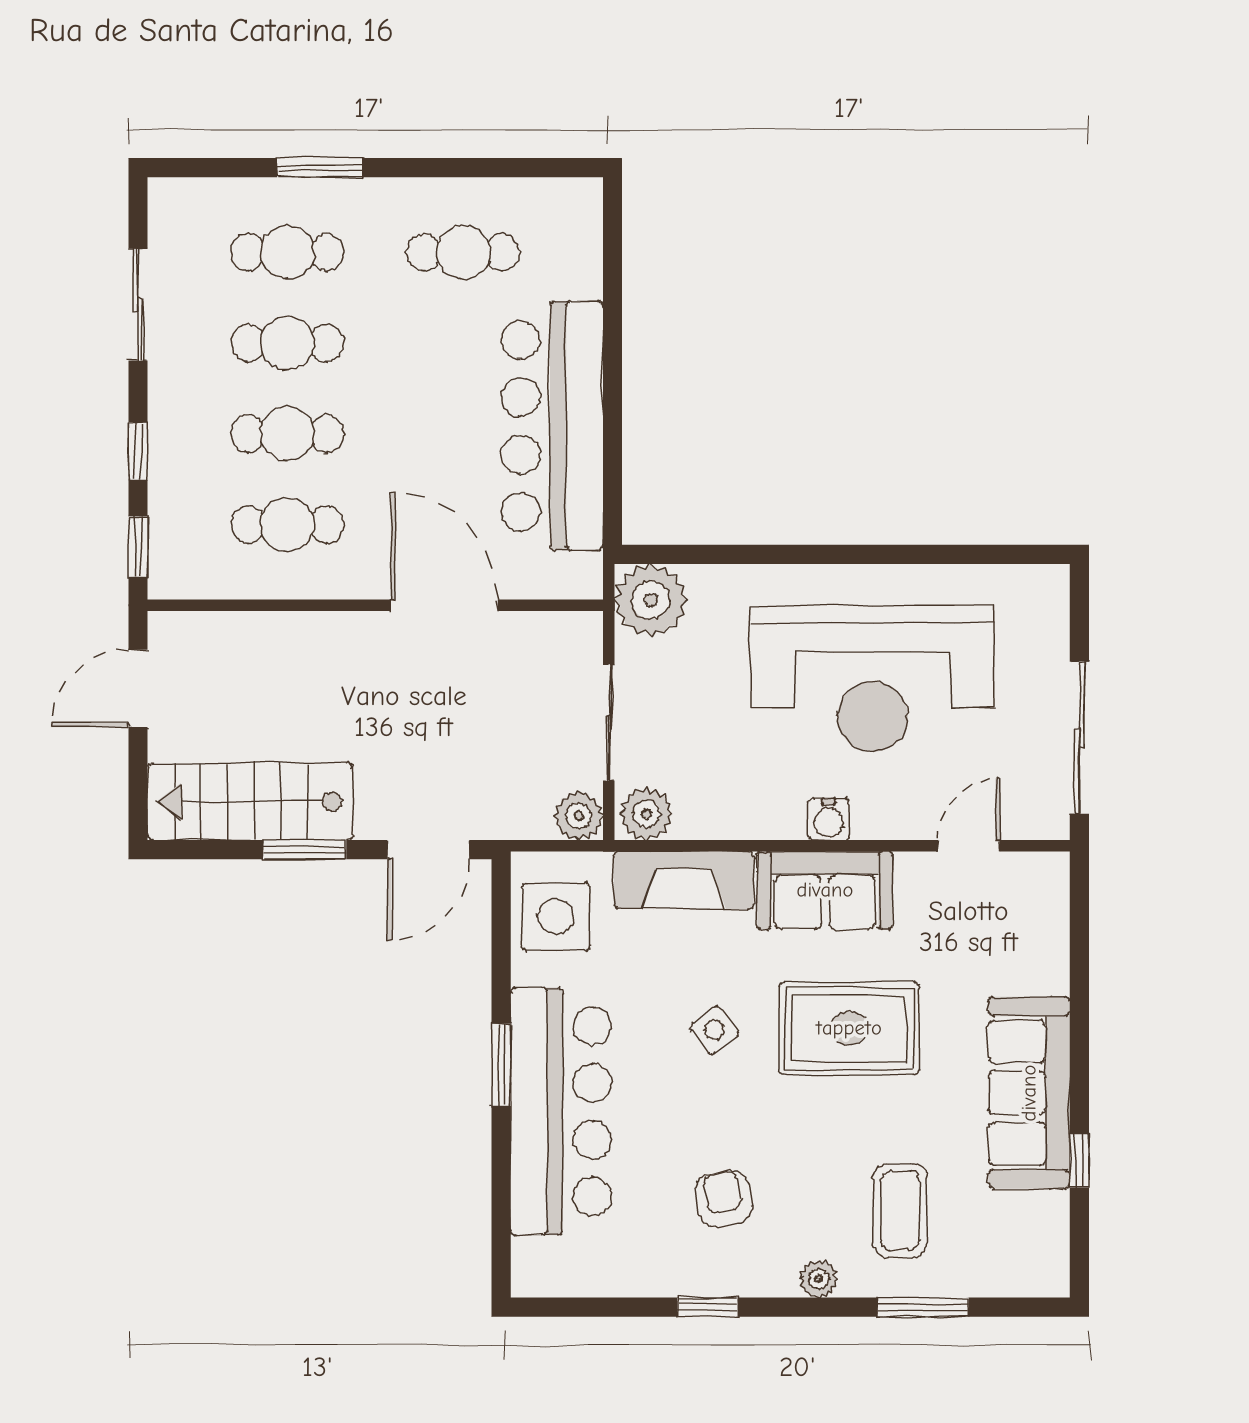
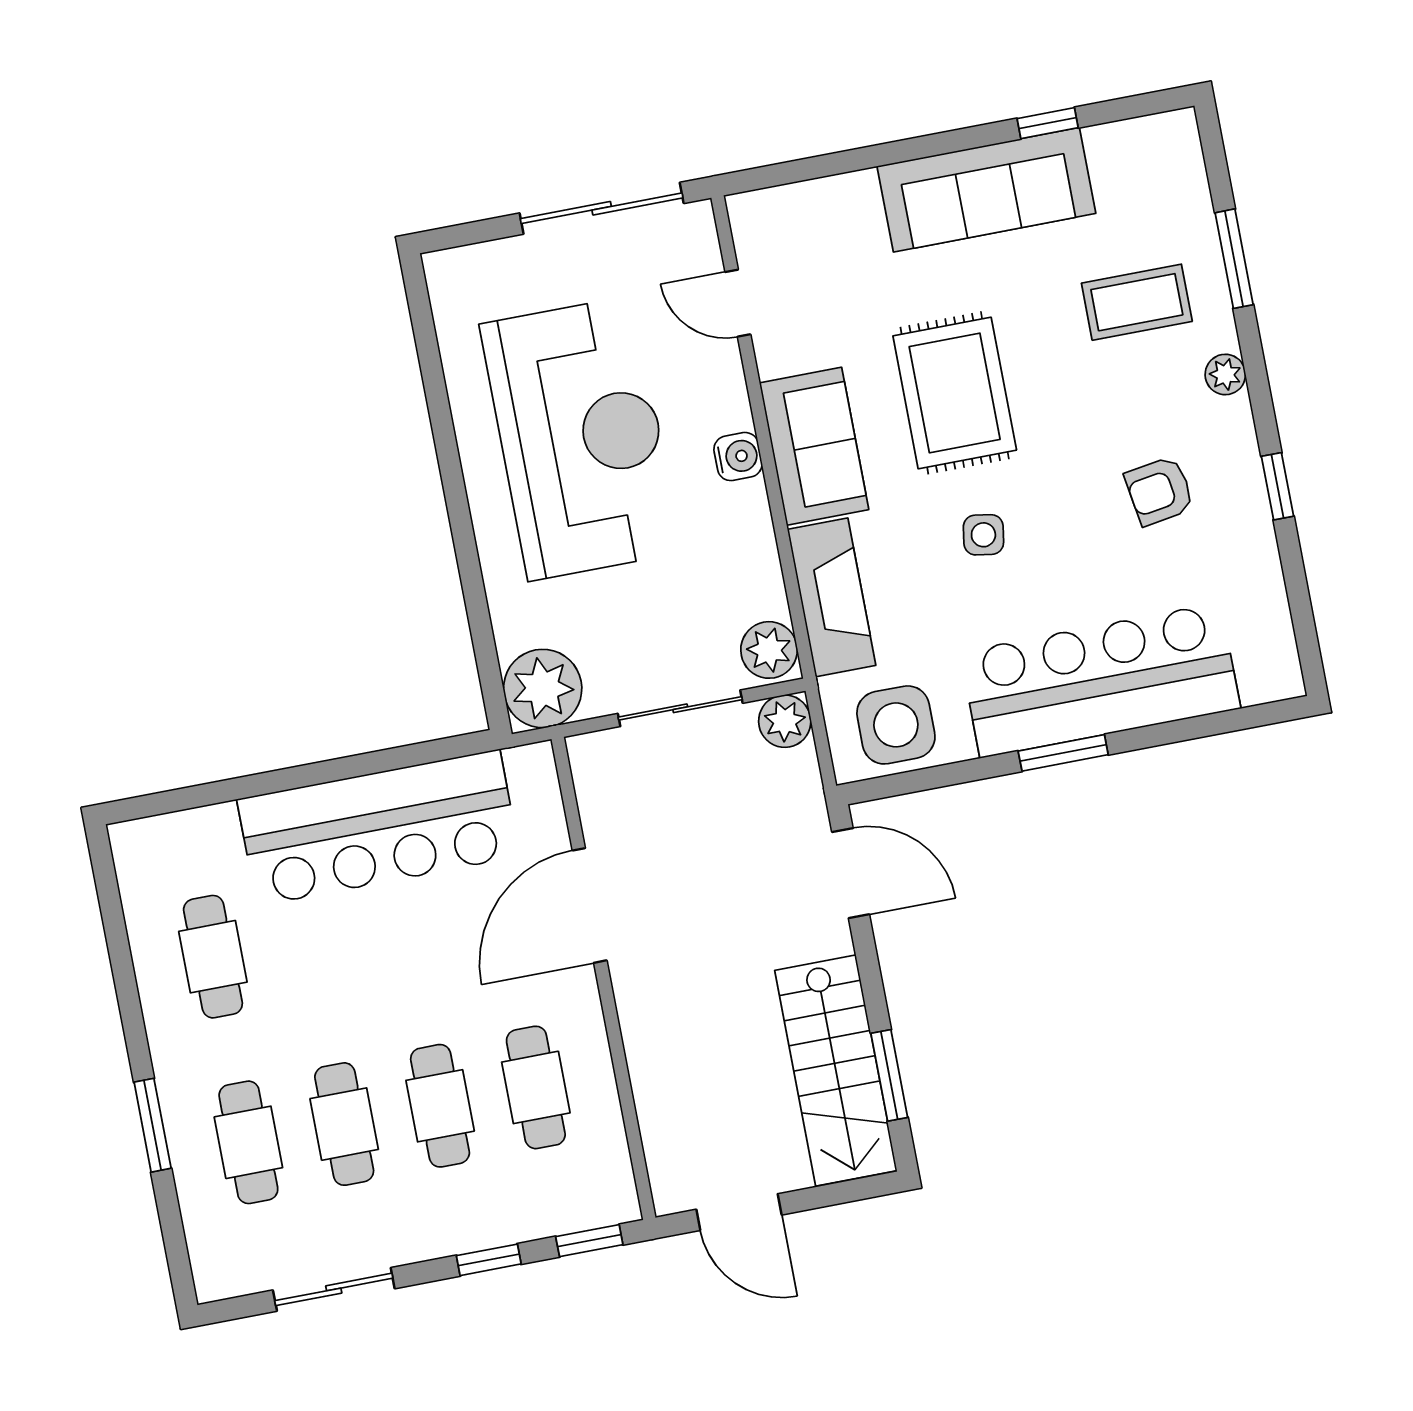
window: (305, 850) -> (889, 1075), moved
side table: (714, 1030) -> (983, 535), turned 45

